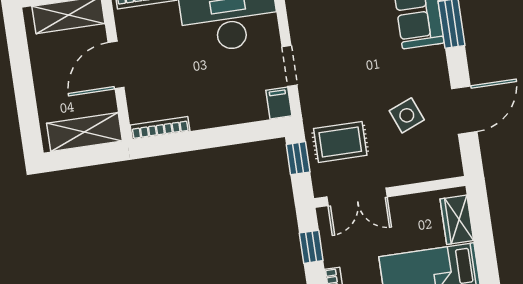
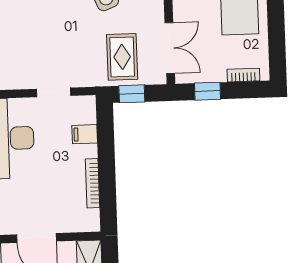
filing cabinet: (279, 103) -> (85, 134), moved
bookcase: (160, 128) -> (93, 183), moved

